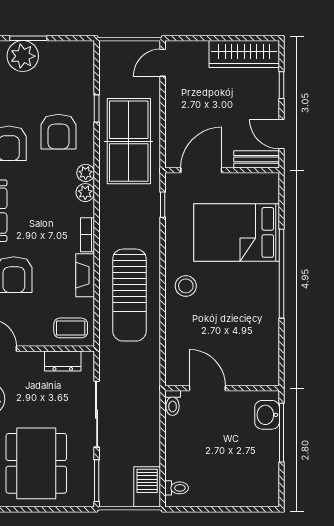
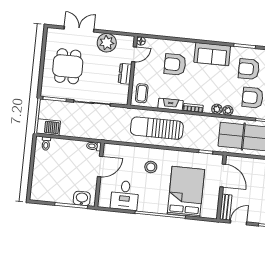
stool: (186, 286) -> (151, 167), moved
desk: (254, 340) -> (125, 195), added
dresser: (63, 361) -> (125, 74), moved
dining table: (36, 463) -> (68, 66), width x0.73

